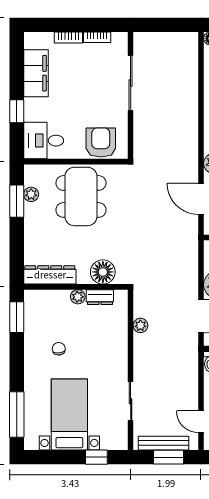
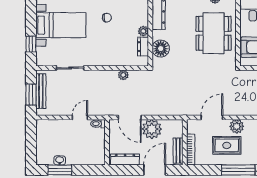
dining table: (81, 196) -> (214, 33), turned 90
door: (201, 422) -> (80, 117), moved

